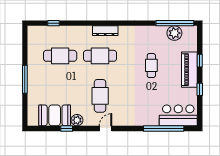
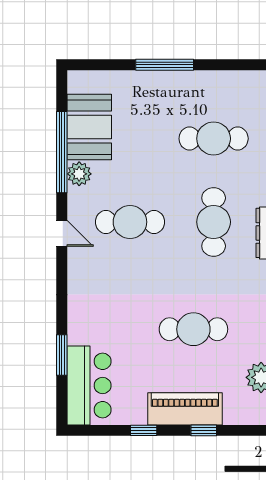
cafe table: (60, 56) -> (214, 139), turned 90
cafe table: (151, 65) -> (193, 329), width x1.37, depth x1.35
window: (67, 128) -> (62, 152), width x3.17
window: (164, 128) -> (62, 355), width x0.47

